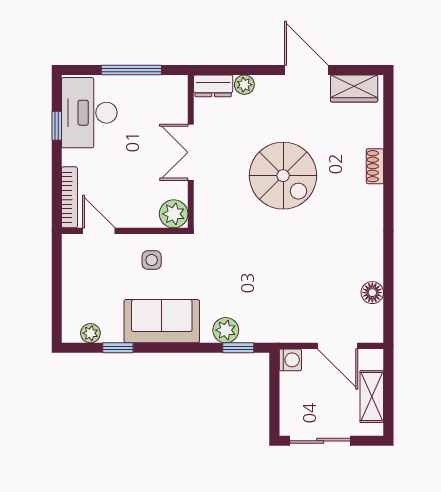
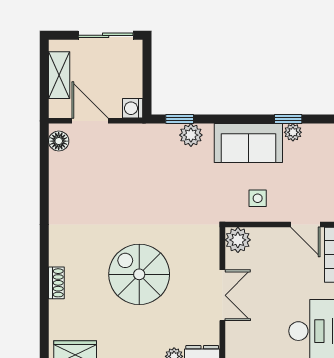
floor lamp: (372, 293) -> (59, 141), moved
plant: (90, 333) -> (293, 132), moved

